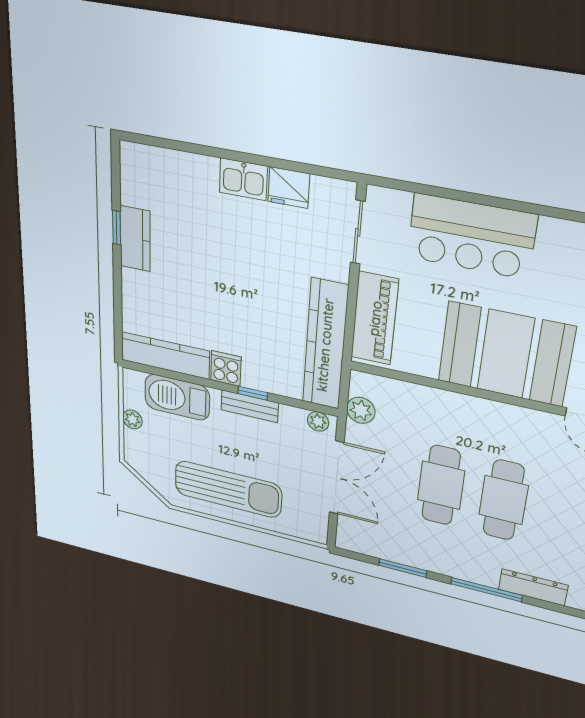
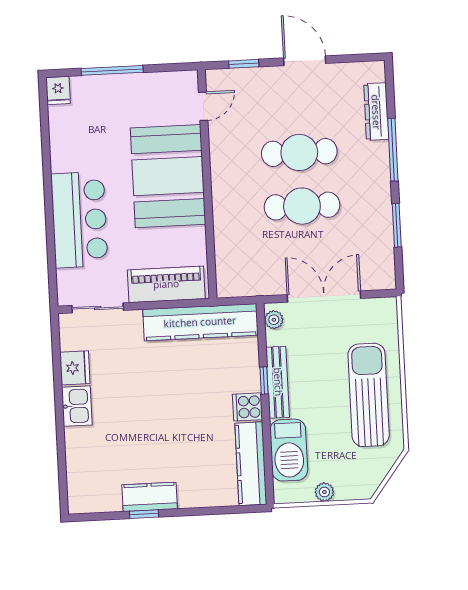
bench: (250, 406) -> (278, 382), width x1.36
plant: (361, 410) -> (252, 284), removed

